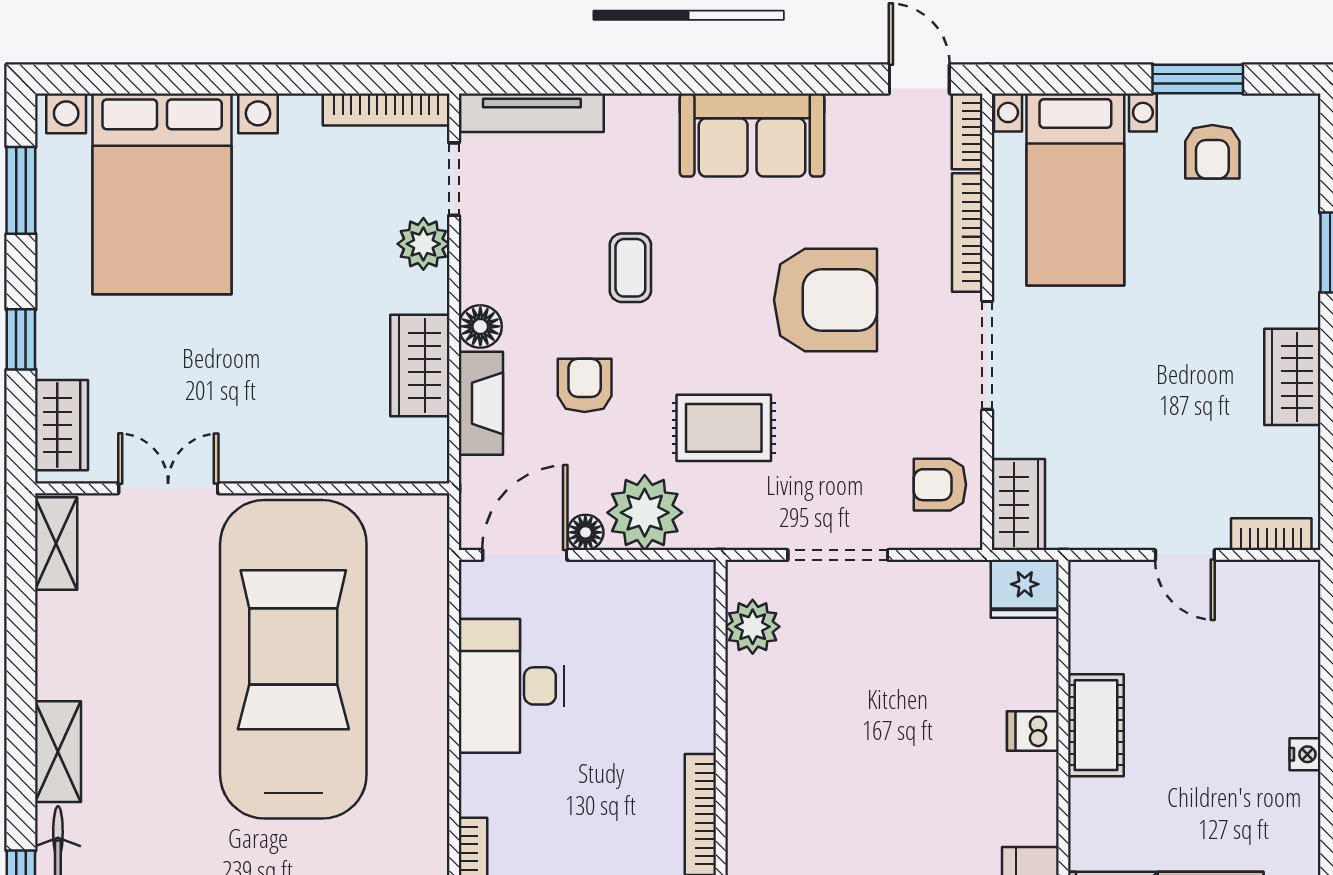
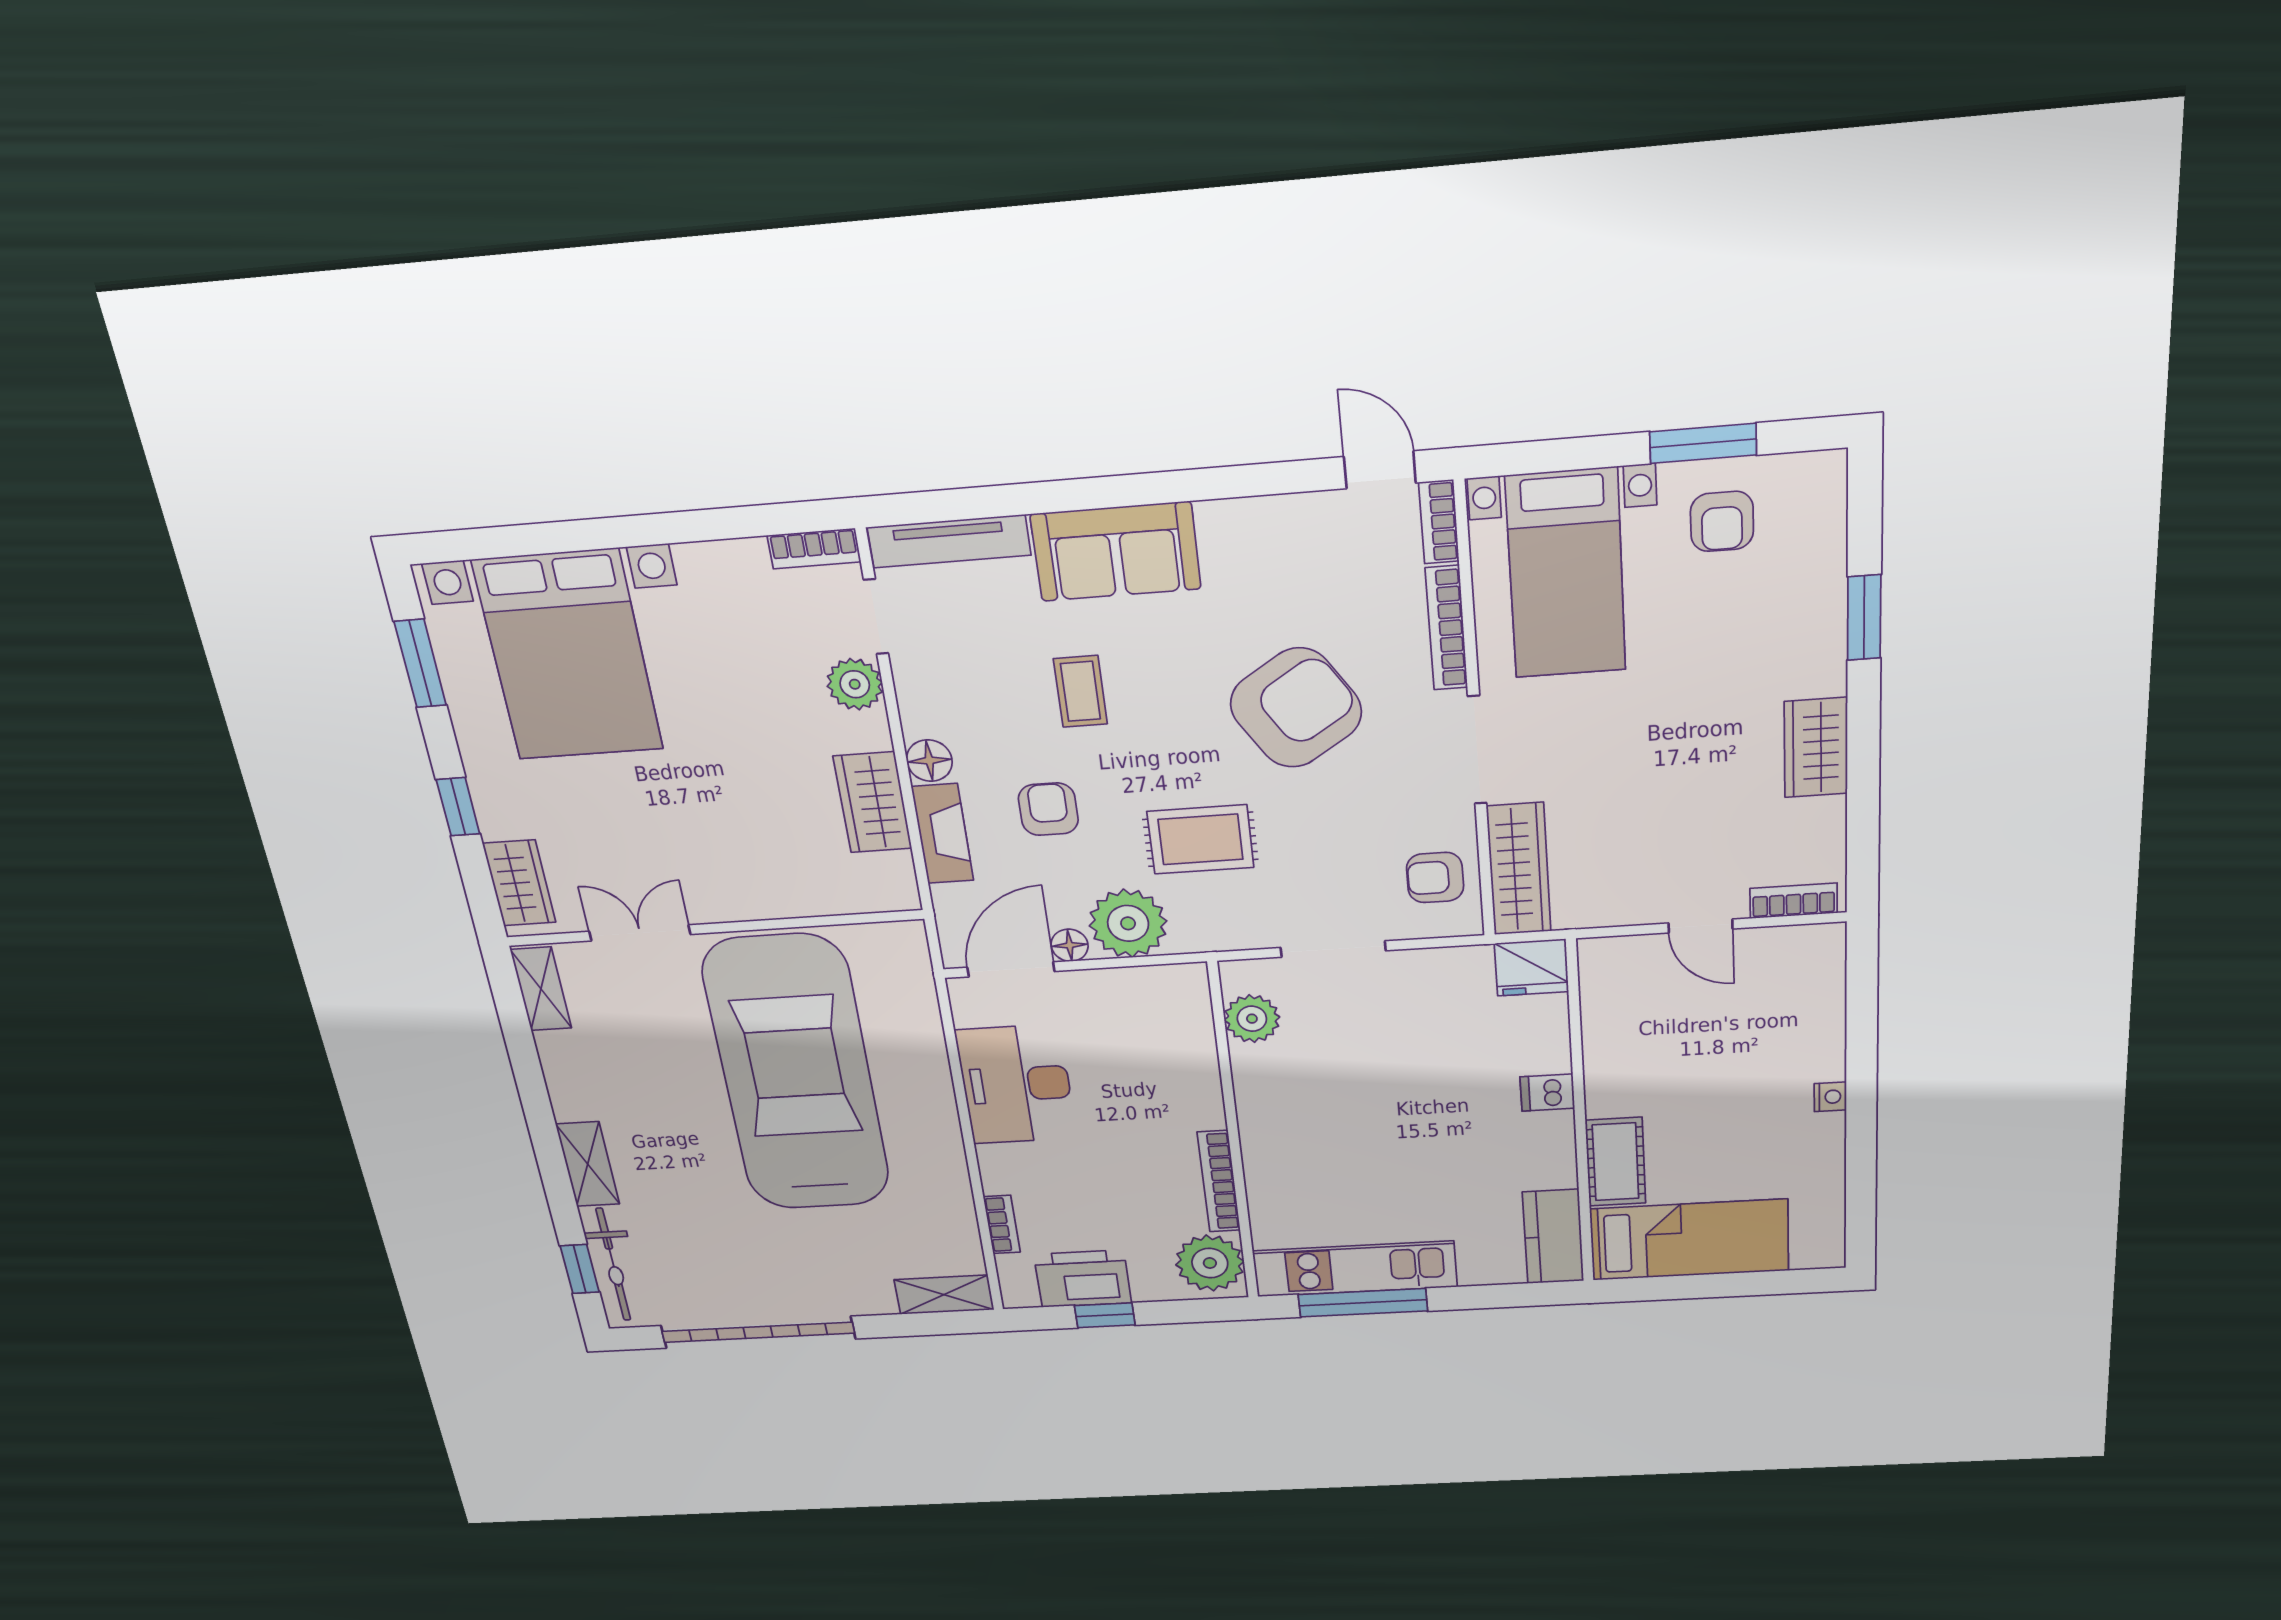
bookcase: (386, 109) -> (814, 549), width x0.64
sofa: (752, 135) -> (1116, 552), moved
armchair: (826, 300) -> (1296, 708), turned -33
wardrobe: (1018, 505) -> (1519, 869), width x1.50
cot: (1096, 725) -> (1616, 1162), moved

